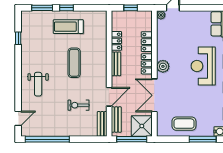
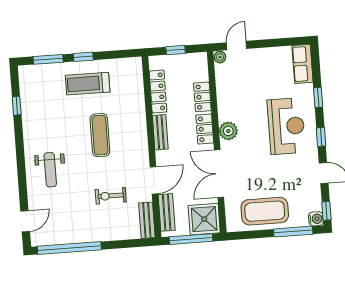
locker: (116, 41) -> (158, 92), width x1.53
reception desk: (203, 66) -> (286, 126), turned 180
coffee table: (184, 124) -> (265, 211), width x1.36, depth x1.32

